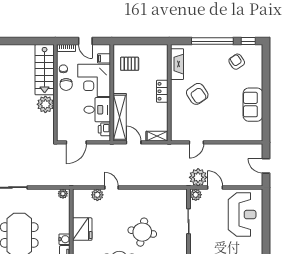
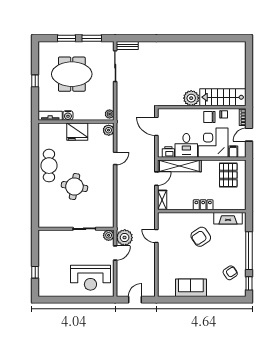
pallet: (130, 64) -> (228, 175), width x1.50, depth x1.42
plant: (97, 195) -> (109, 130), moved

